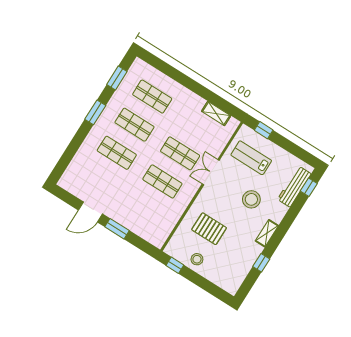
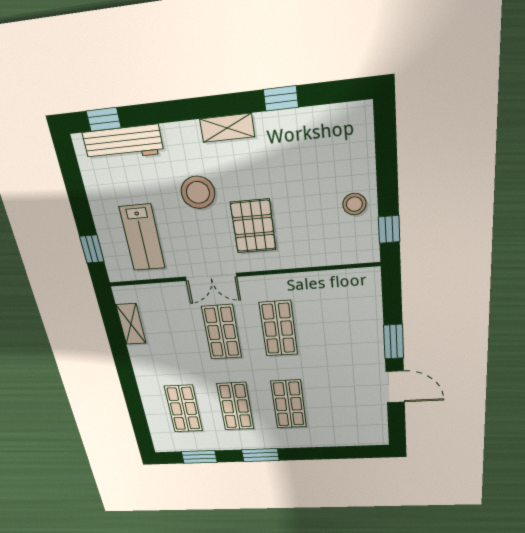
pallet: (209, 229) -> (253, 226), moved

